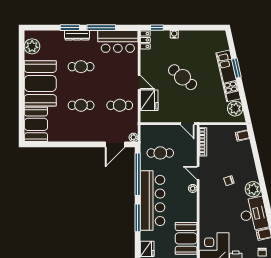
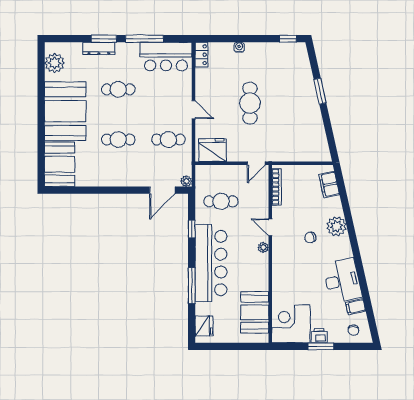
window: (157, 28) -> (288, 39), moved
dresser: (77, 35) -> (99, 48), moved
kitchen unit: (228, 76) -> (309, 101), removed
cafe table: (183, 77) -> (250, 103), turned 50
fridge: (149, 100) -> (212, 150), moved, turned -90
plant: (235, 109) -> (318, 144), removed
door: (187, 124) -> (256, 163), hinge flipped
filing cabinet: (242, 135) -> (329, 185), width x2.00
window: (138, 174) -> (192, 229), width x0.32
plant: (253, 189) -> (336, 226), moved

